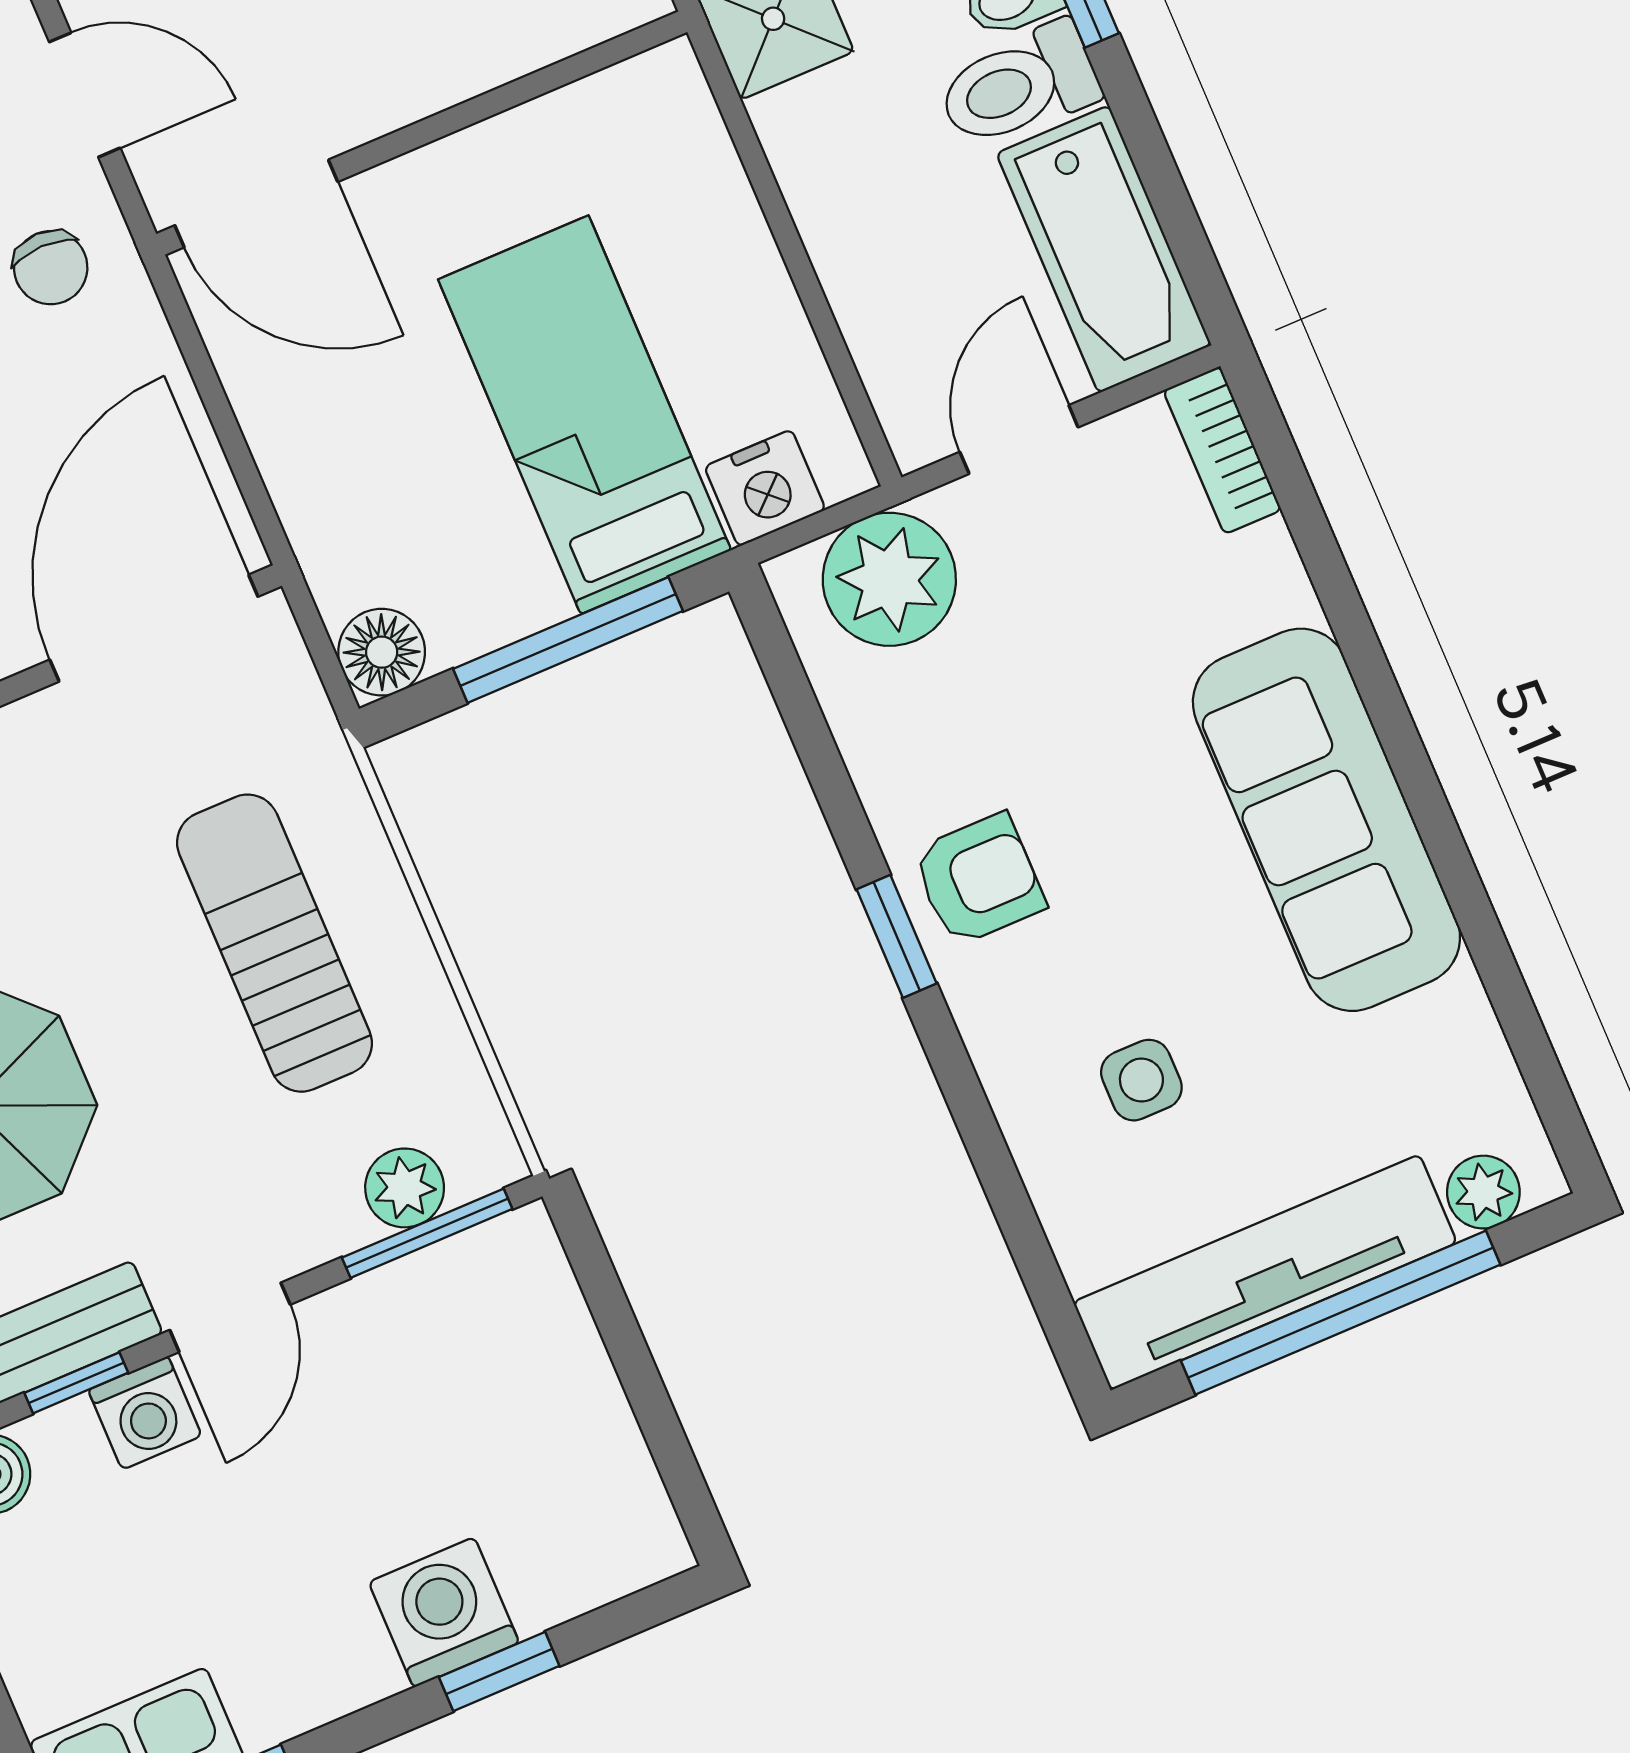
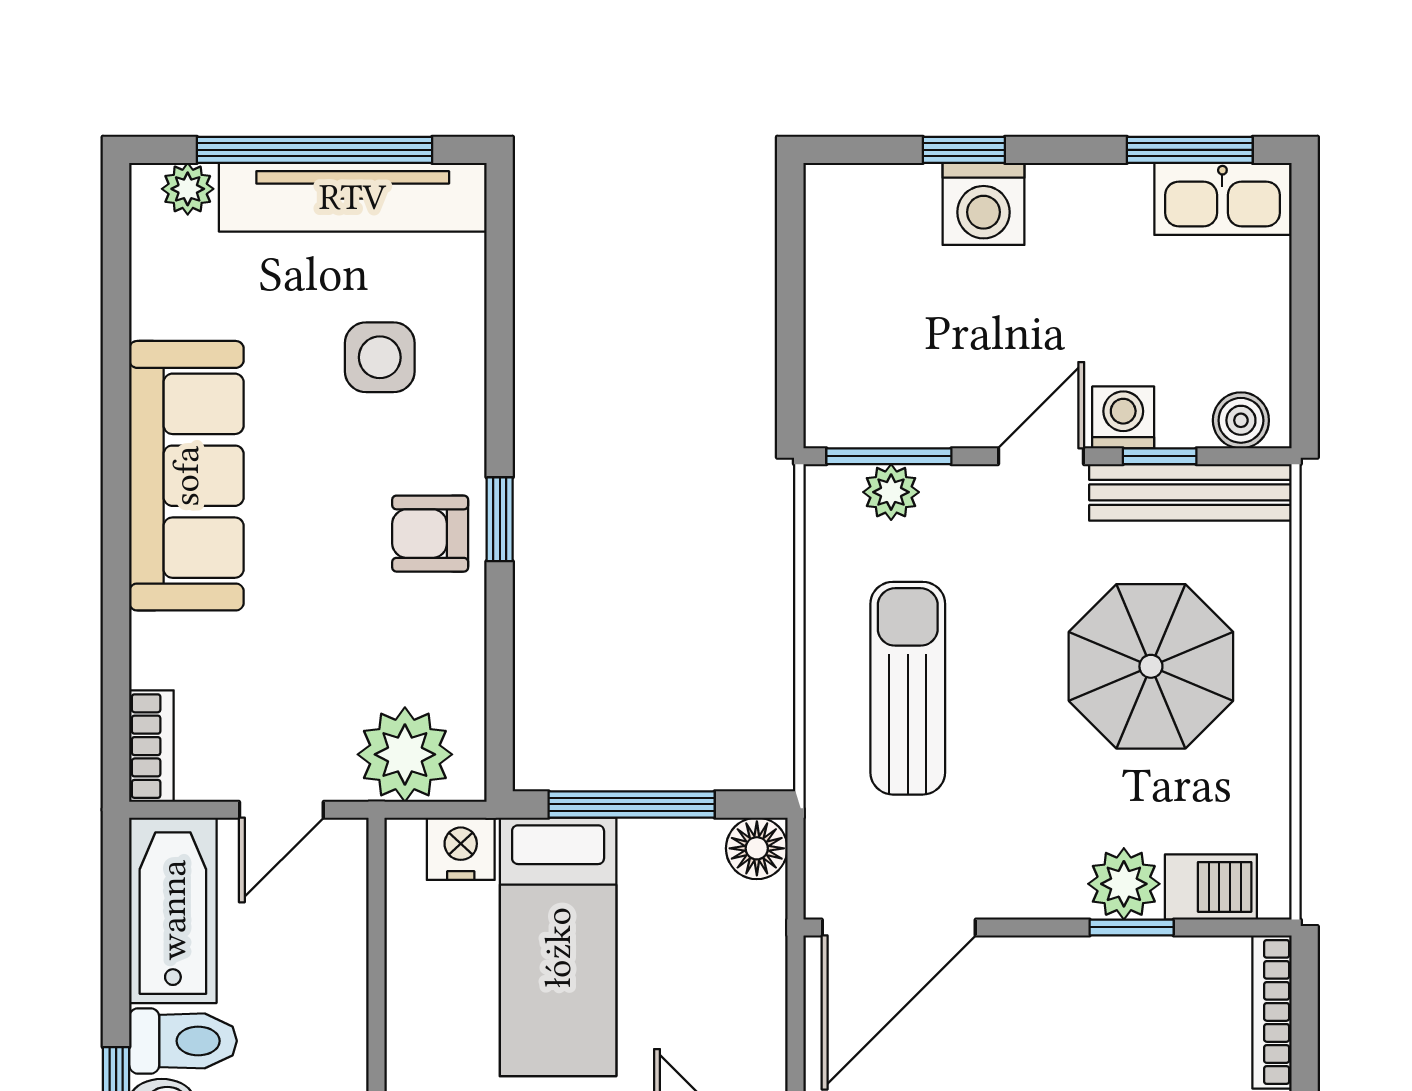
sun lounger: (275, 943) -> (908, 688), turned 180
side table: (1141, 1080) -> (380, 357), width x1.37, depth x1.37

